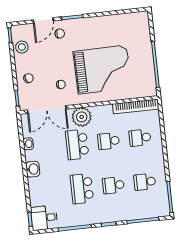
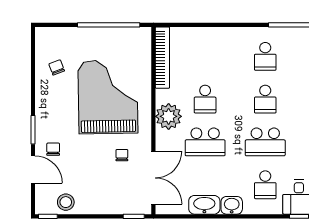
chair: (28, 78) -> (57, 67), moved
plant: (82, 117) -> (169, 116), moved
school desk: (140, 138) -> (265, 185), moved
washbasin: (28, 144) -> (204, 205), width x1.91, depth x1.45

